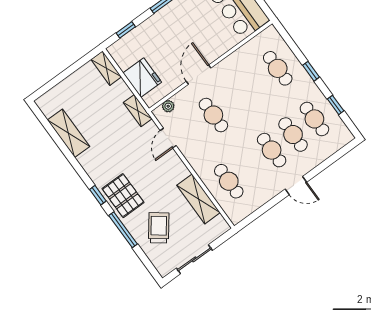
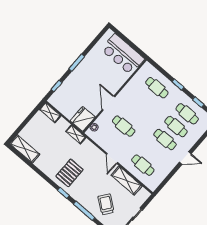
fridge: (142, 78) -> (83, 119), moved, turned -90
shelving: (68, 133) -> (25, 149), moved
door: (168, 138) -> (112, 158), moved
pallet: (123, 196) -> (69, 173), moved, turned 90

